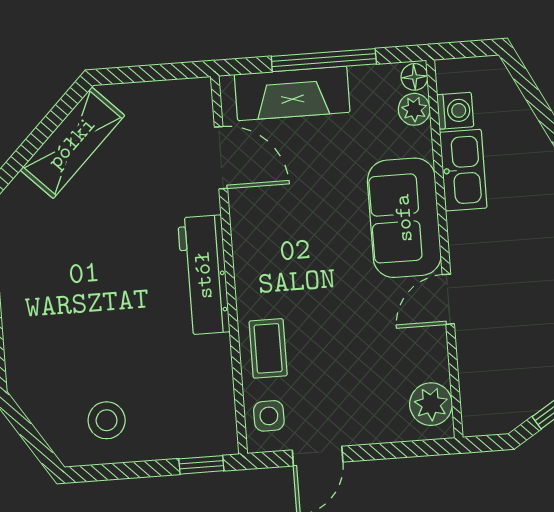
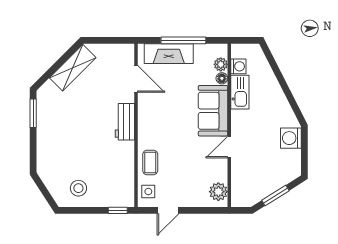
floor lamp: (414, 77) -> (222, 78), moved
workbench: (204, 275) -> (125, 122), width x0.73

